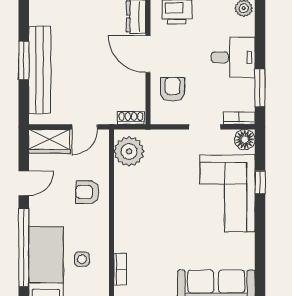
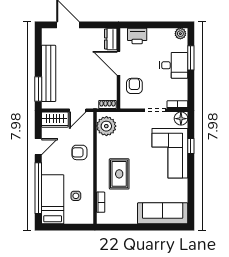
window: (24, 60) -> (38, 89), moved
window: (260, 88) -> (191, 58), moved
rug: (149, 225) -> (119, 174), added

